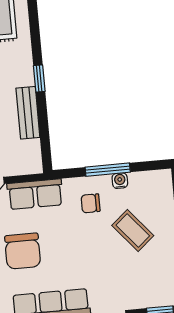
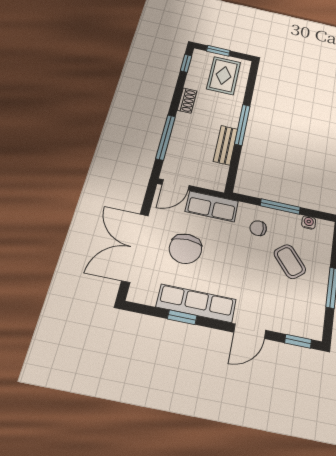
window: (39, 78) -> (242, 125), width x2.17
water cooler: (120, 181) -> (309, 222), moved

